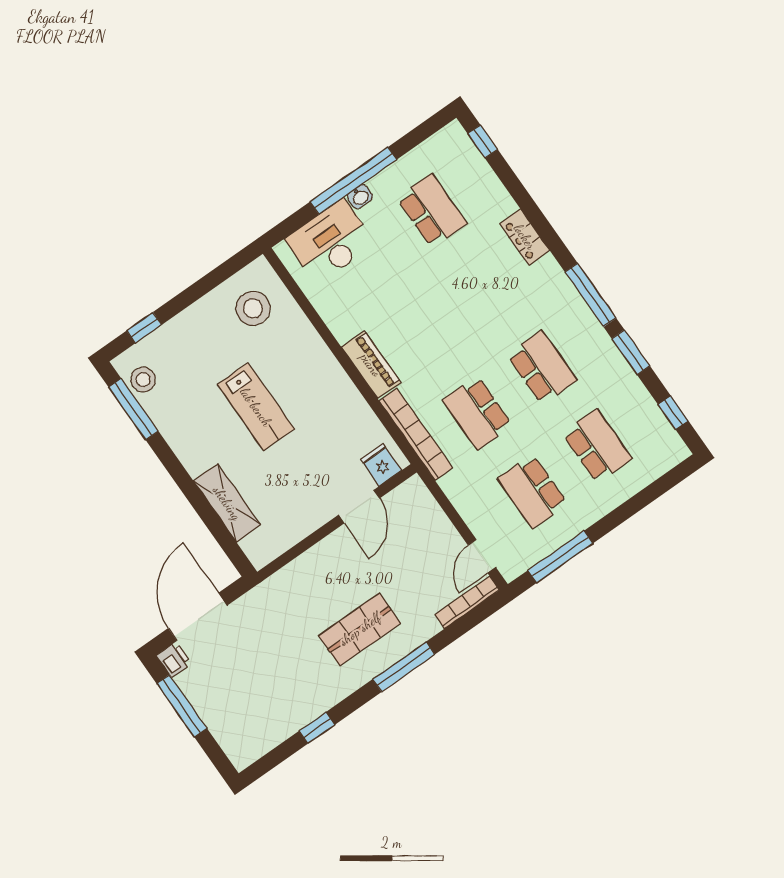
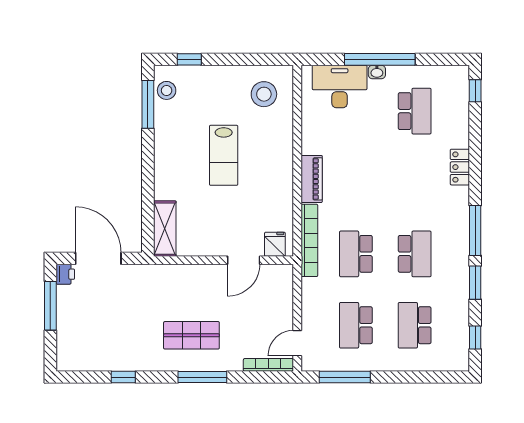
school desk: (597, 446) -> (415, 325), turned 180
shelving: (227, 503) -> (165, 229), moved
door: (198, 617) -> (98, 258), hinge flipped

